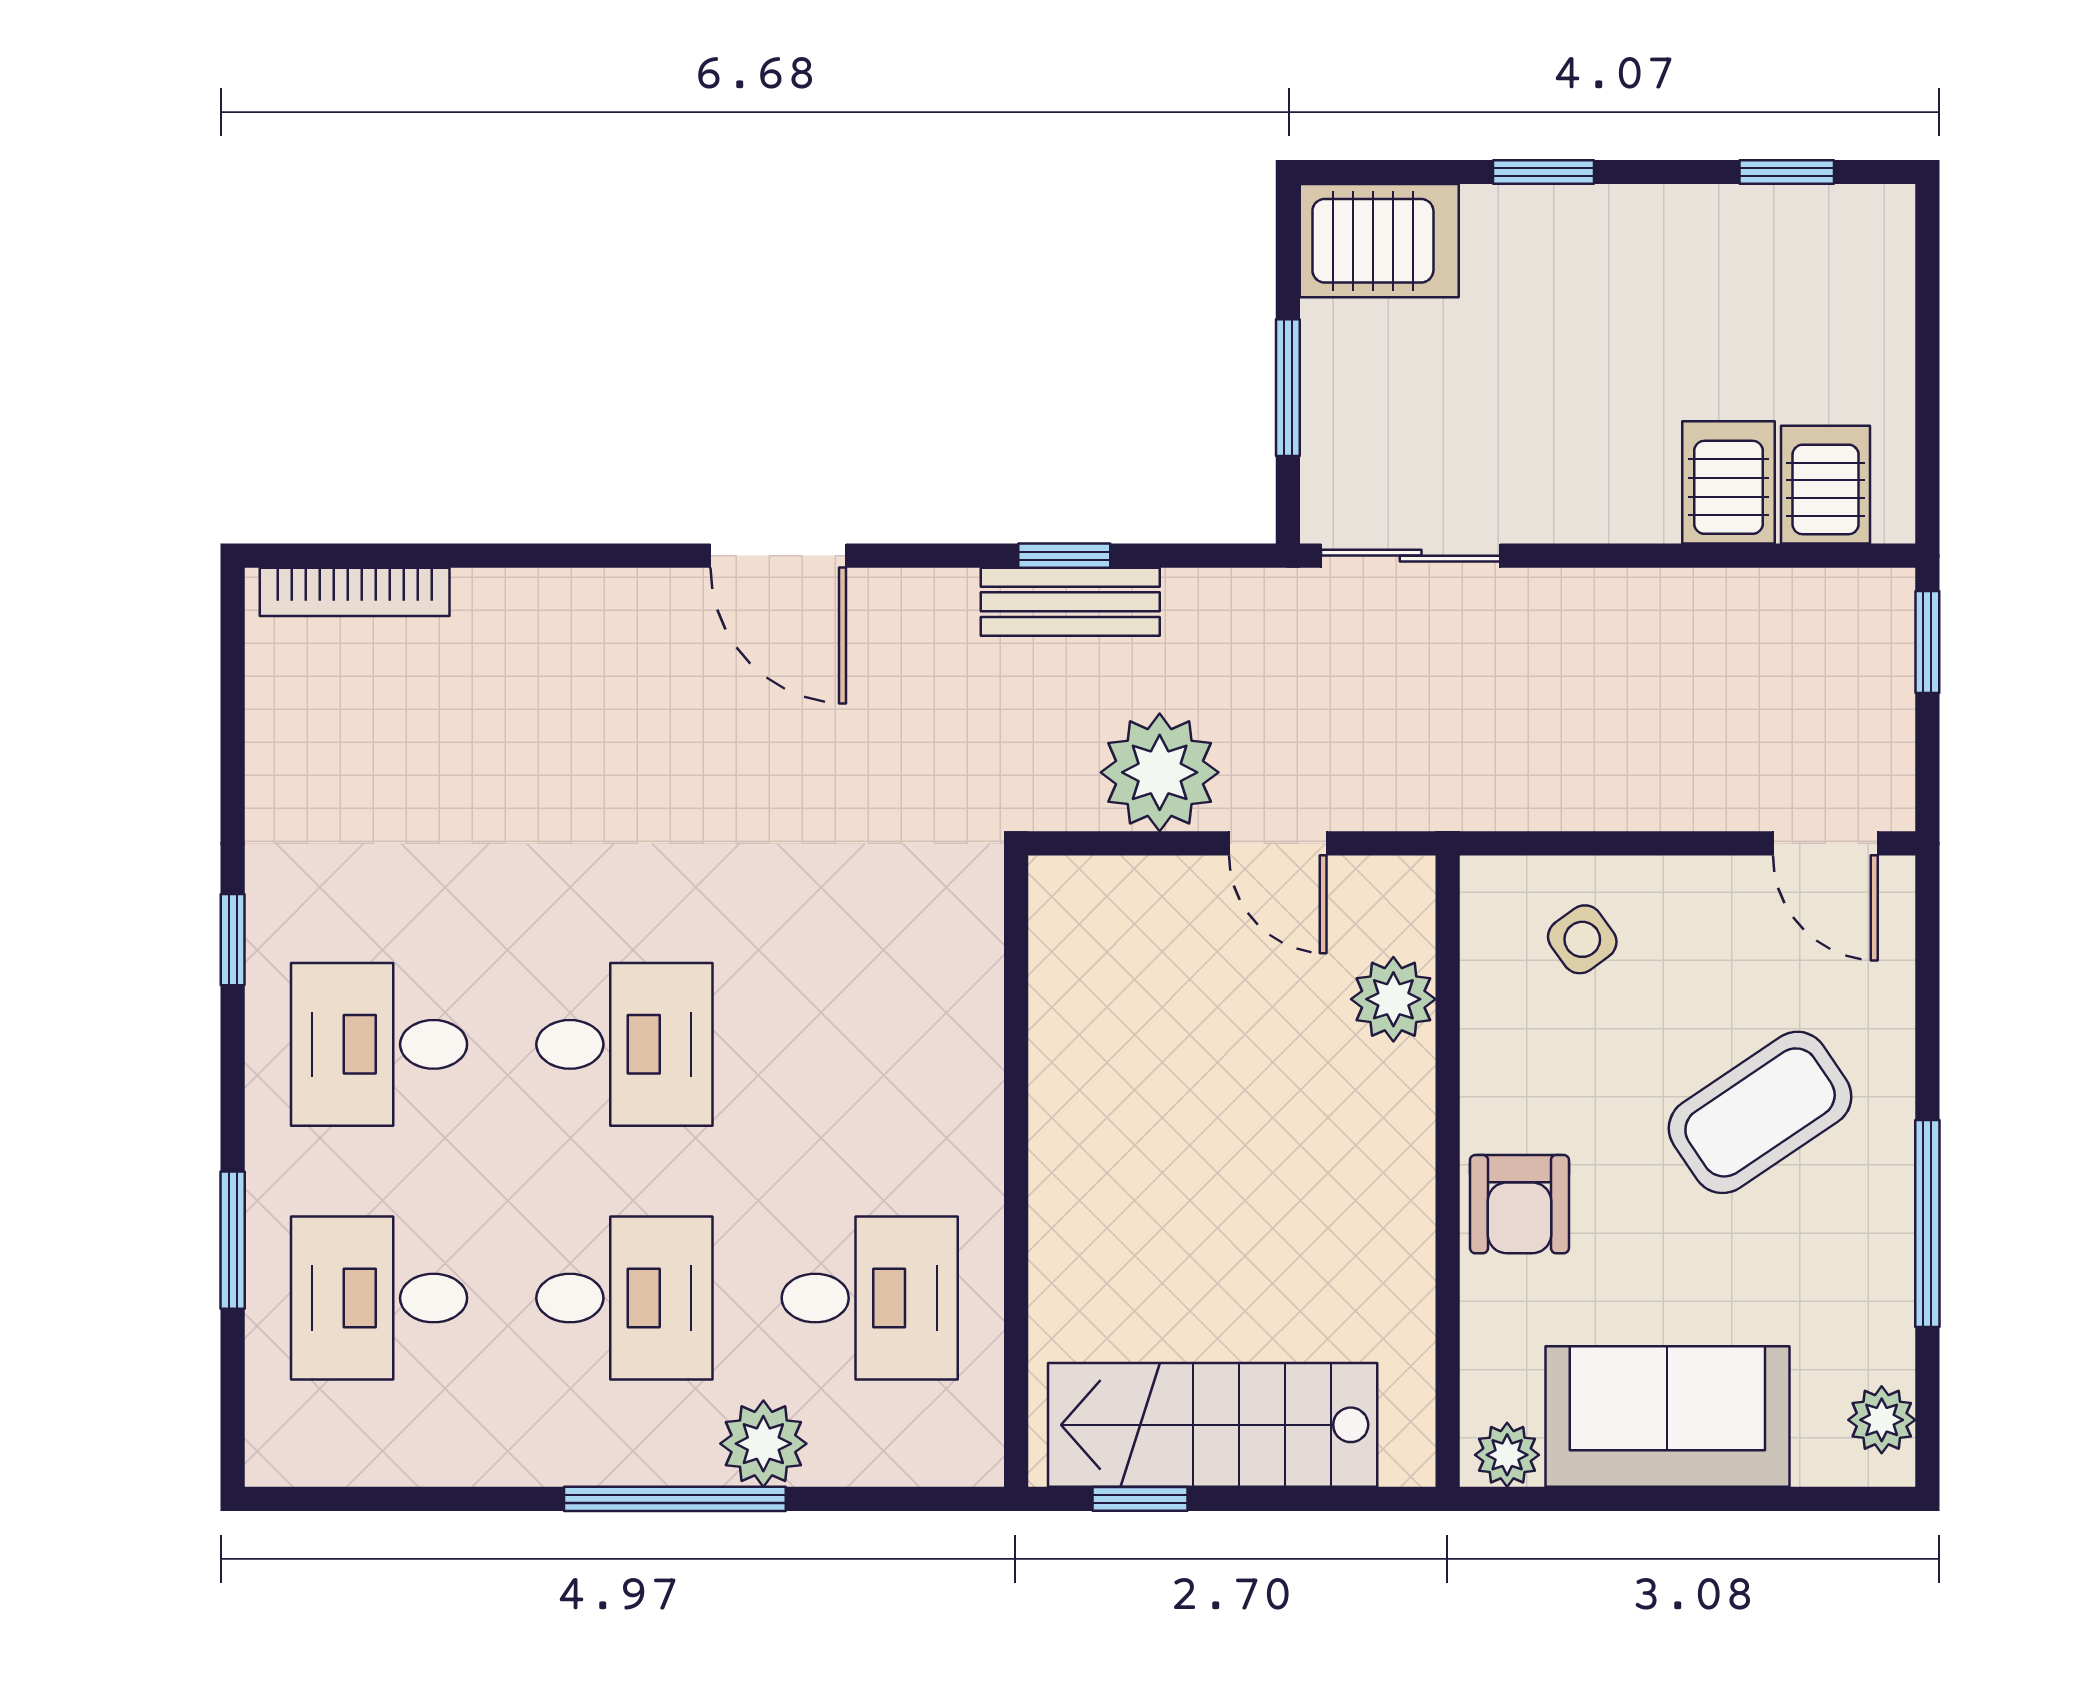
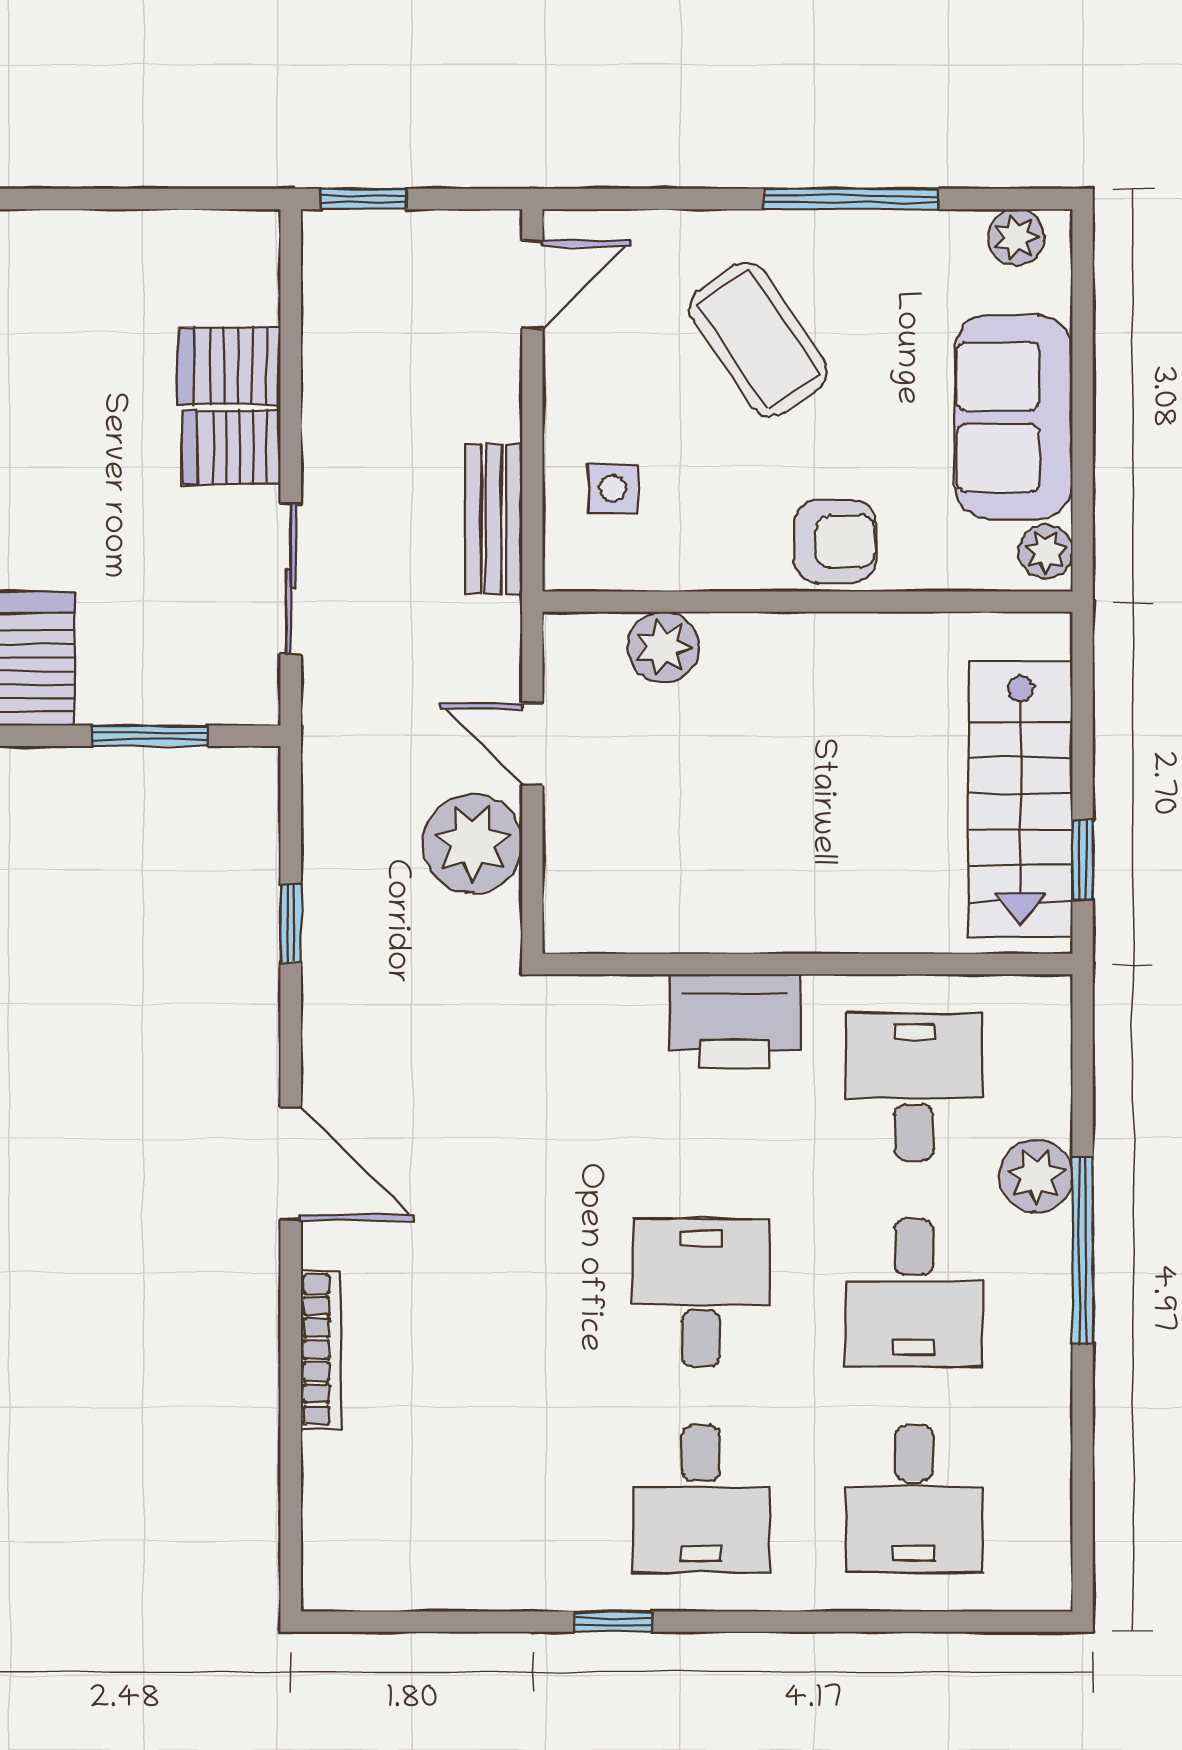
server rack: (1826, 485) -> (231, 447), moved
door: (778, 556) -> (291, 1164), hinge flipped
sliding door: (1411, 556) -> (291, 578), moved
bookcase: (355, 592) -> (321, 1350), moved
bench: (1070, 602) -> (494, 519), moved
door: (1278, 843) -> (532, 744), swing flipped
side table: (1582, 939) -> (613, 489), turned 36
printer: (948, 1084) -> (735, 1021), added
window: (233, 1240) -> (865, 1622), removed
desk: (624, 1298) -> (914, 1293), turned 180

